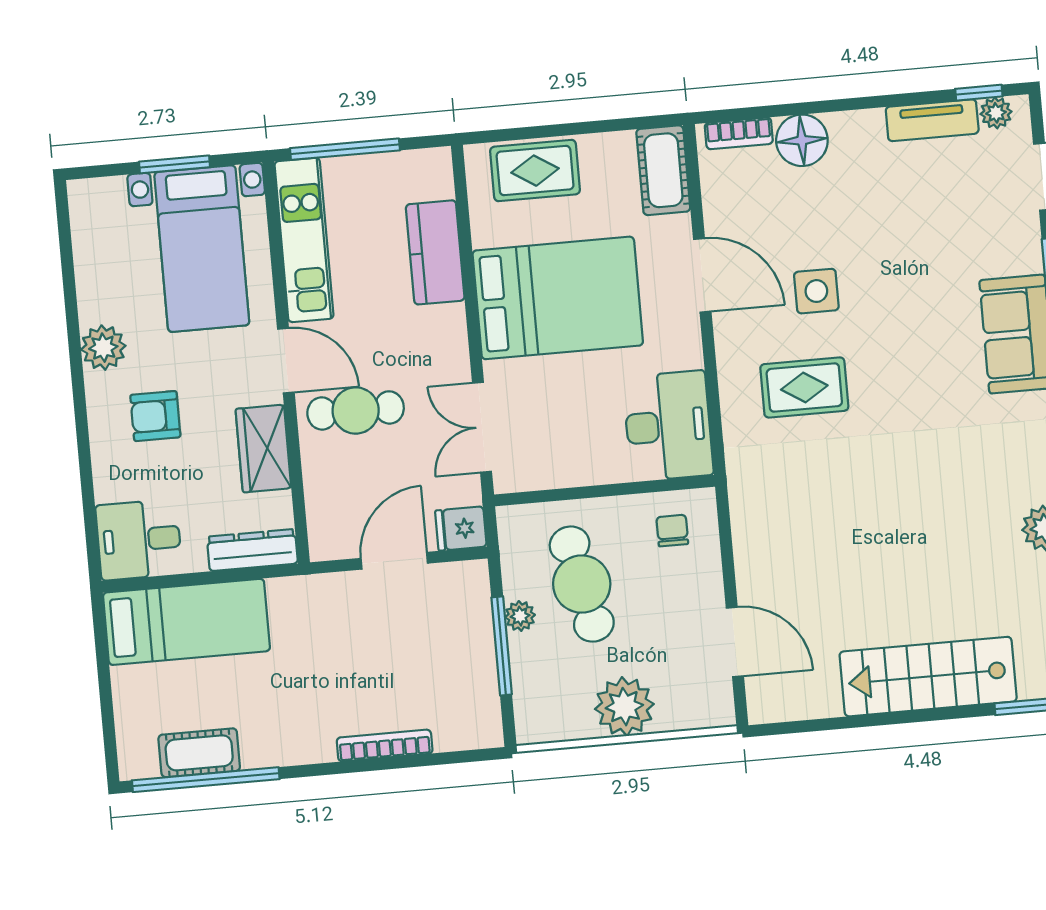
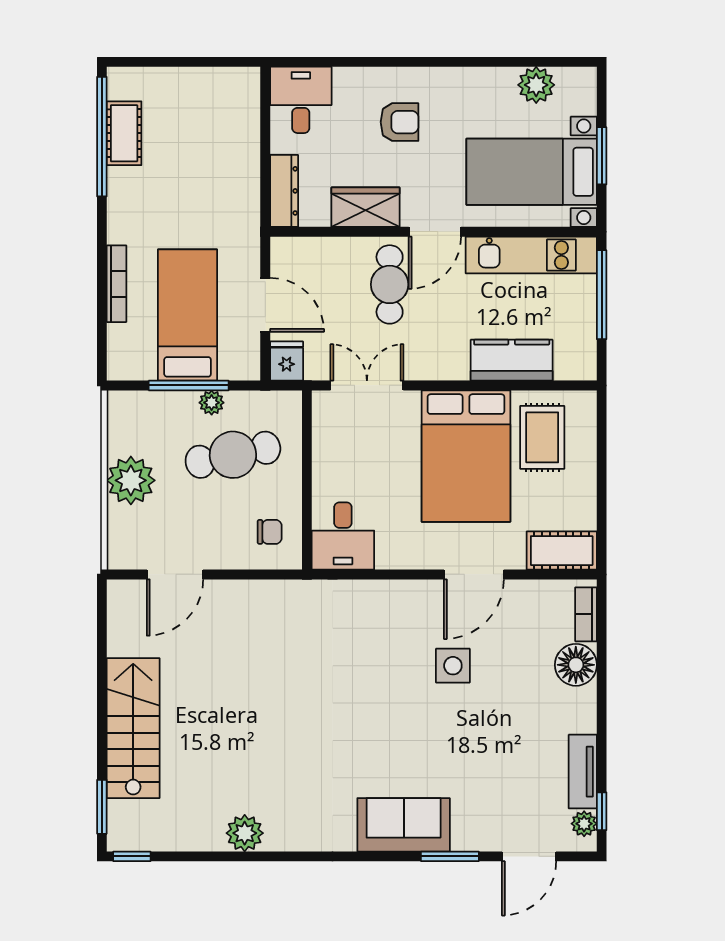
rug: (535, 171) -> (542, 437), moved
plant: (103, 348) -> (536, 85), moved
rug: (804, 387) -> (376, 649), removed
armchair: (155, 416) -> (400, 122), turned 90
desk: (668, 426) -> (343, 536), width x0.73
bed: (186, 622) -> (188, 315), moved, turned 180

